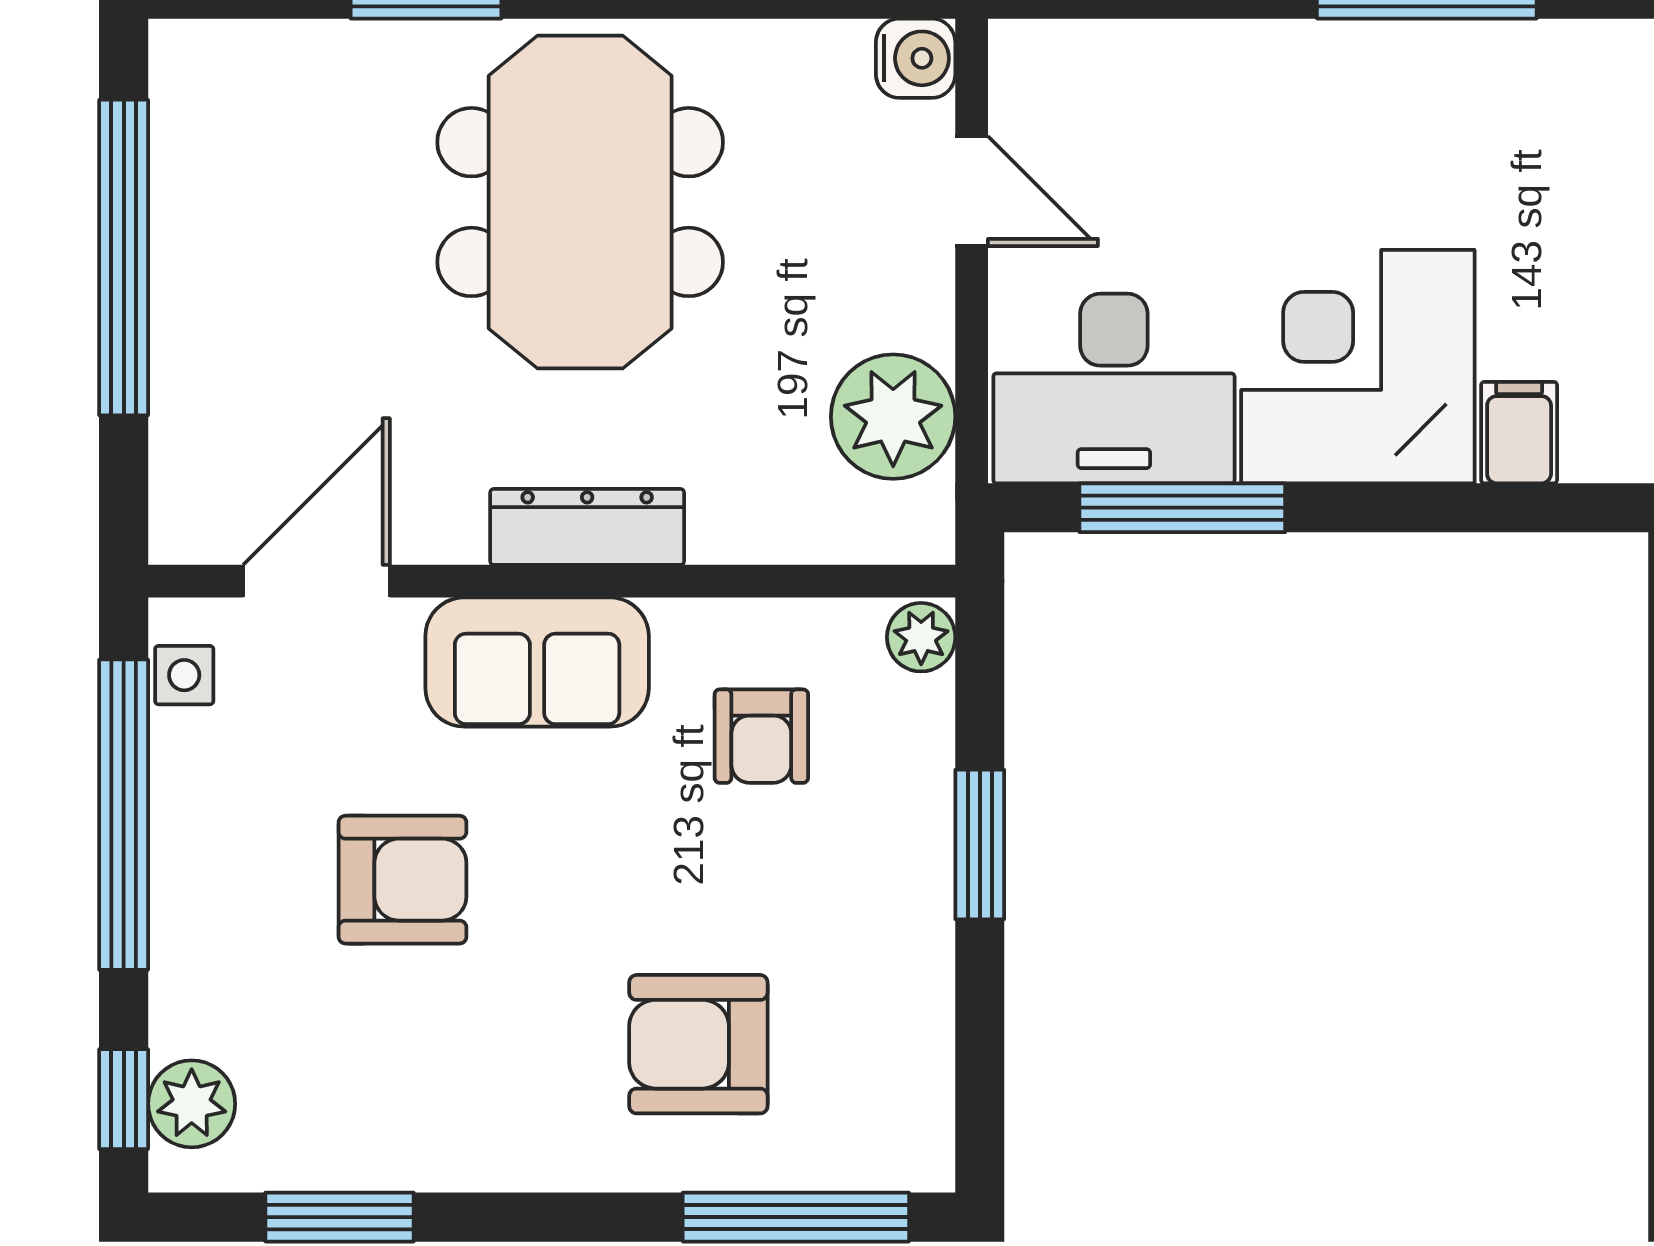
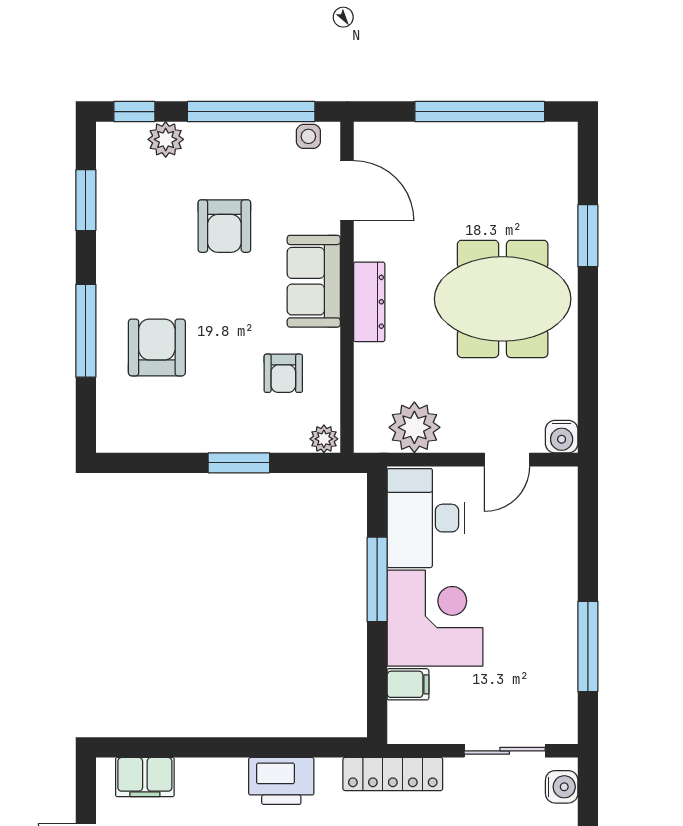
window: (1182, 508) -> (377, 579), moved
armchair: (761, 736) -> (283, 373), turned -90
plant: (192, 1104) -> (166, 139), moved
window: (796, 1217) -> (86, 331), moved

